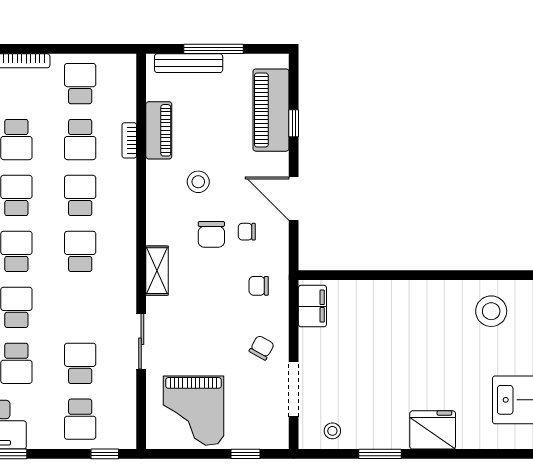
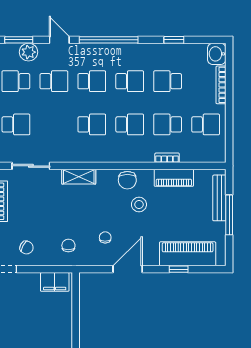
chair: (211, 234) -> (127, 180), moved, turned -90

